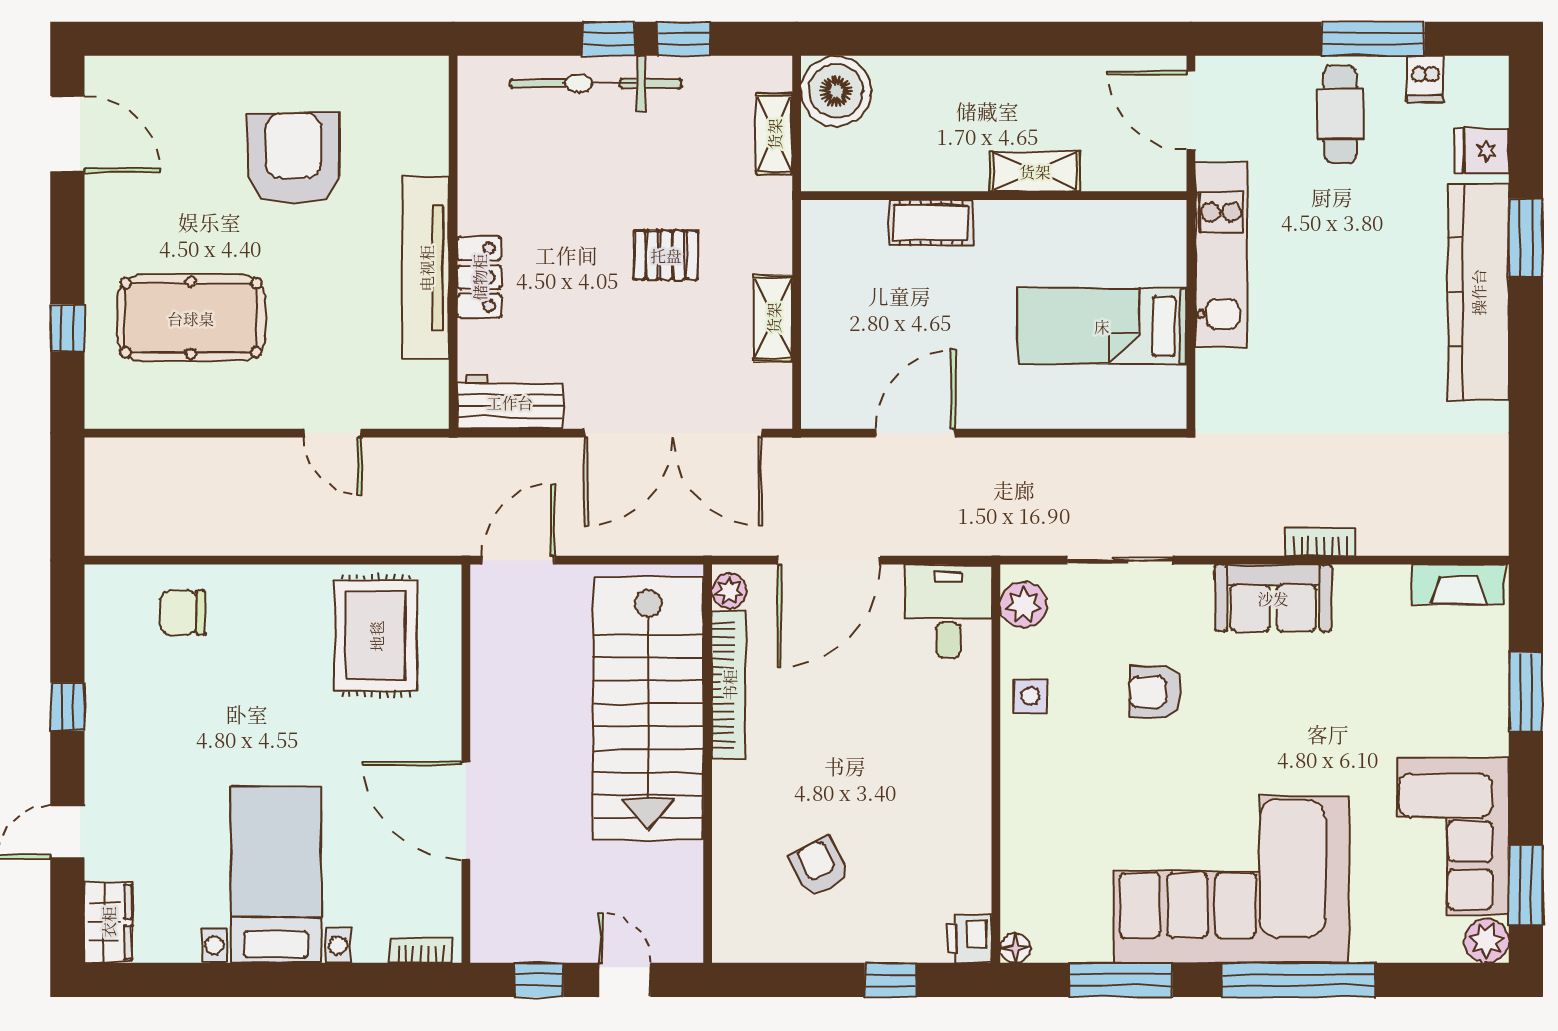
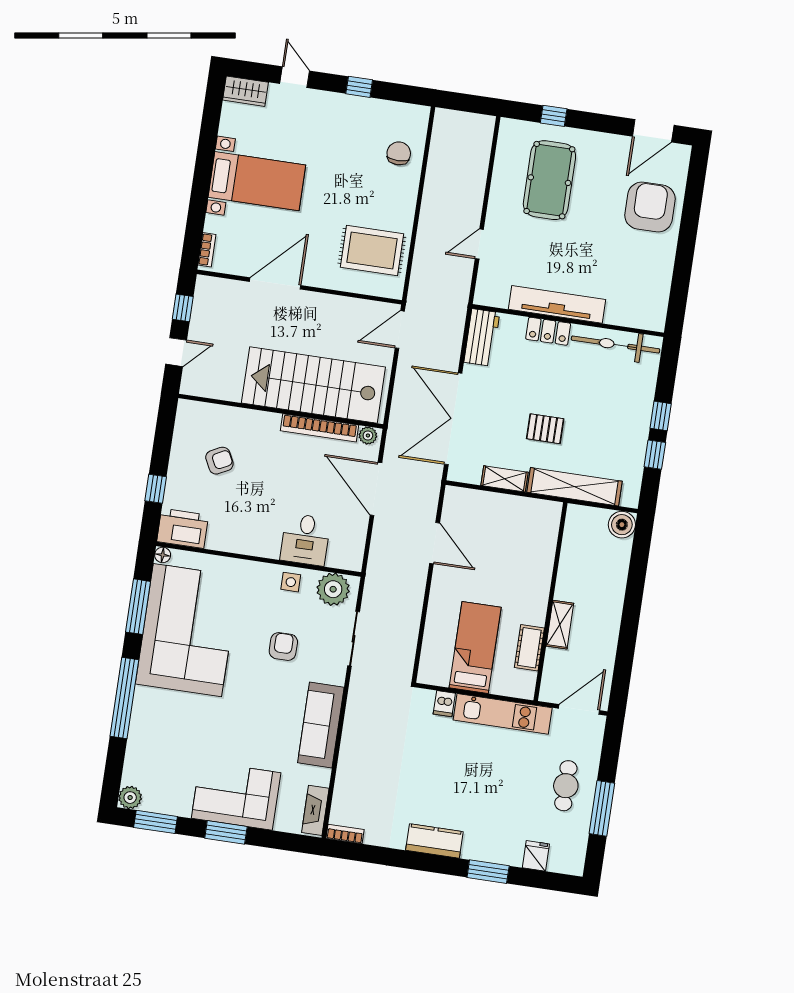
dishwasher: (1425, 79) -> (444, 704), moved, turned -90
bicycle: (596, 84) -> (616, 344), moved, turned -90
boiler: (836, 91) -> (622, 525), width x0.73, depth x0.73
cafe table: (1340, 114) -> (566, 786), turned 90
shelving: (774, 134) -> (574, 487), width x2.20, depth x1.33
armchair: (293, 159) -> (650, 207), moved, turned -90
cot: (931, 223) -> (529, 648), moved
pallet: (666, 255) -> (545, 429), turned 90
kitchen counter: (1478, 292) -> (434, 841), width x0.48, depth x0.86
bookcase: (1320, 542) -> (345, 834), moved, turned -90
door: (518, 560) -> (400, 330), swing flipped
sofa: (1273, 598) -> (321, 725), width x1.36
plant: (1023, 605) -> (333, 589), width x1.36, depth x1.36
desk: (948, 611) -> (305, 539), moved, turned 90
window: (1526, 692) -> (226, 832), moved
corner sofa: (1453, 836) -> (236, 796), moved
corner sofa: (1231, 879) -> (187, 630), moved
printer: (969, 939) -> (183, 528), width x1.87, depth x1.48

